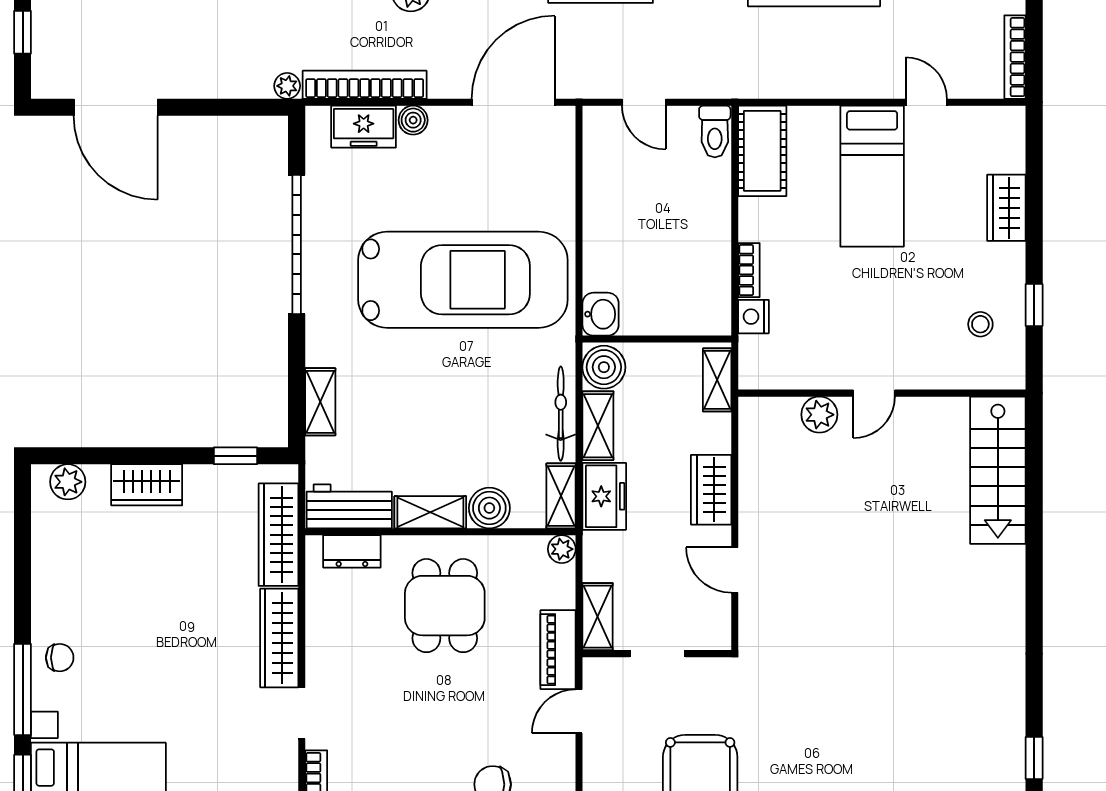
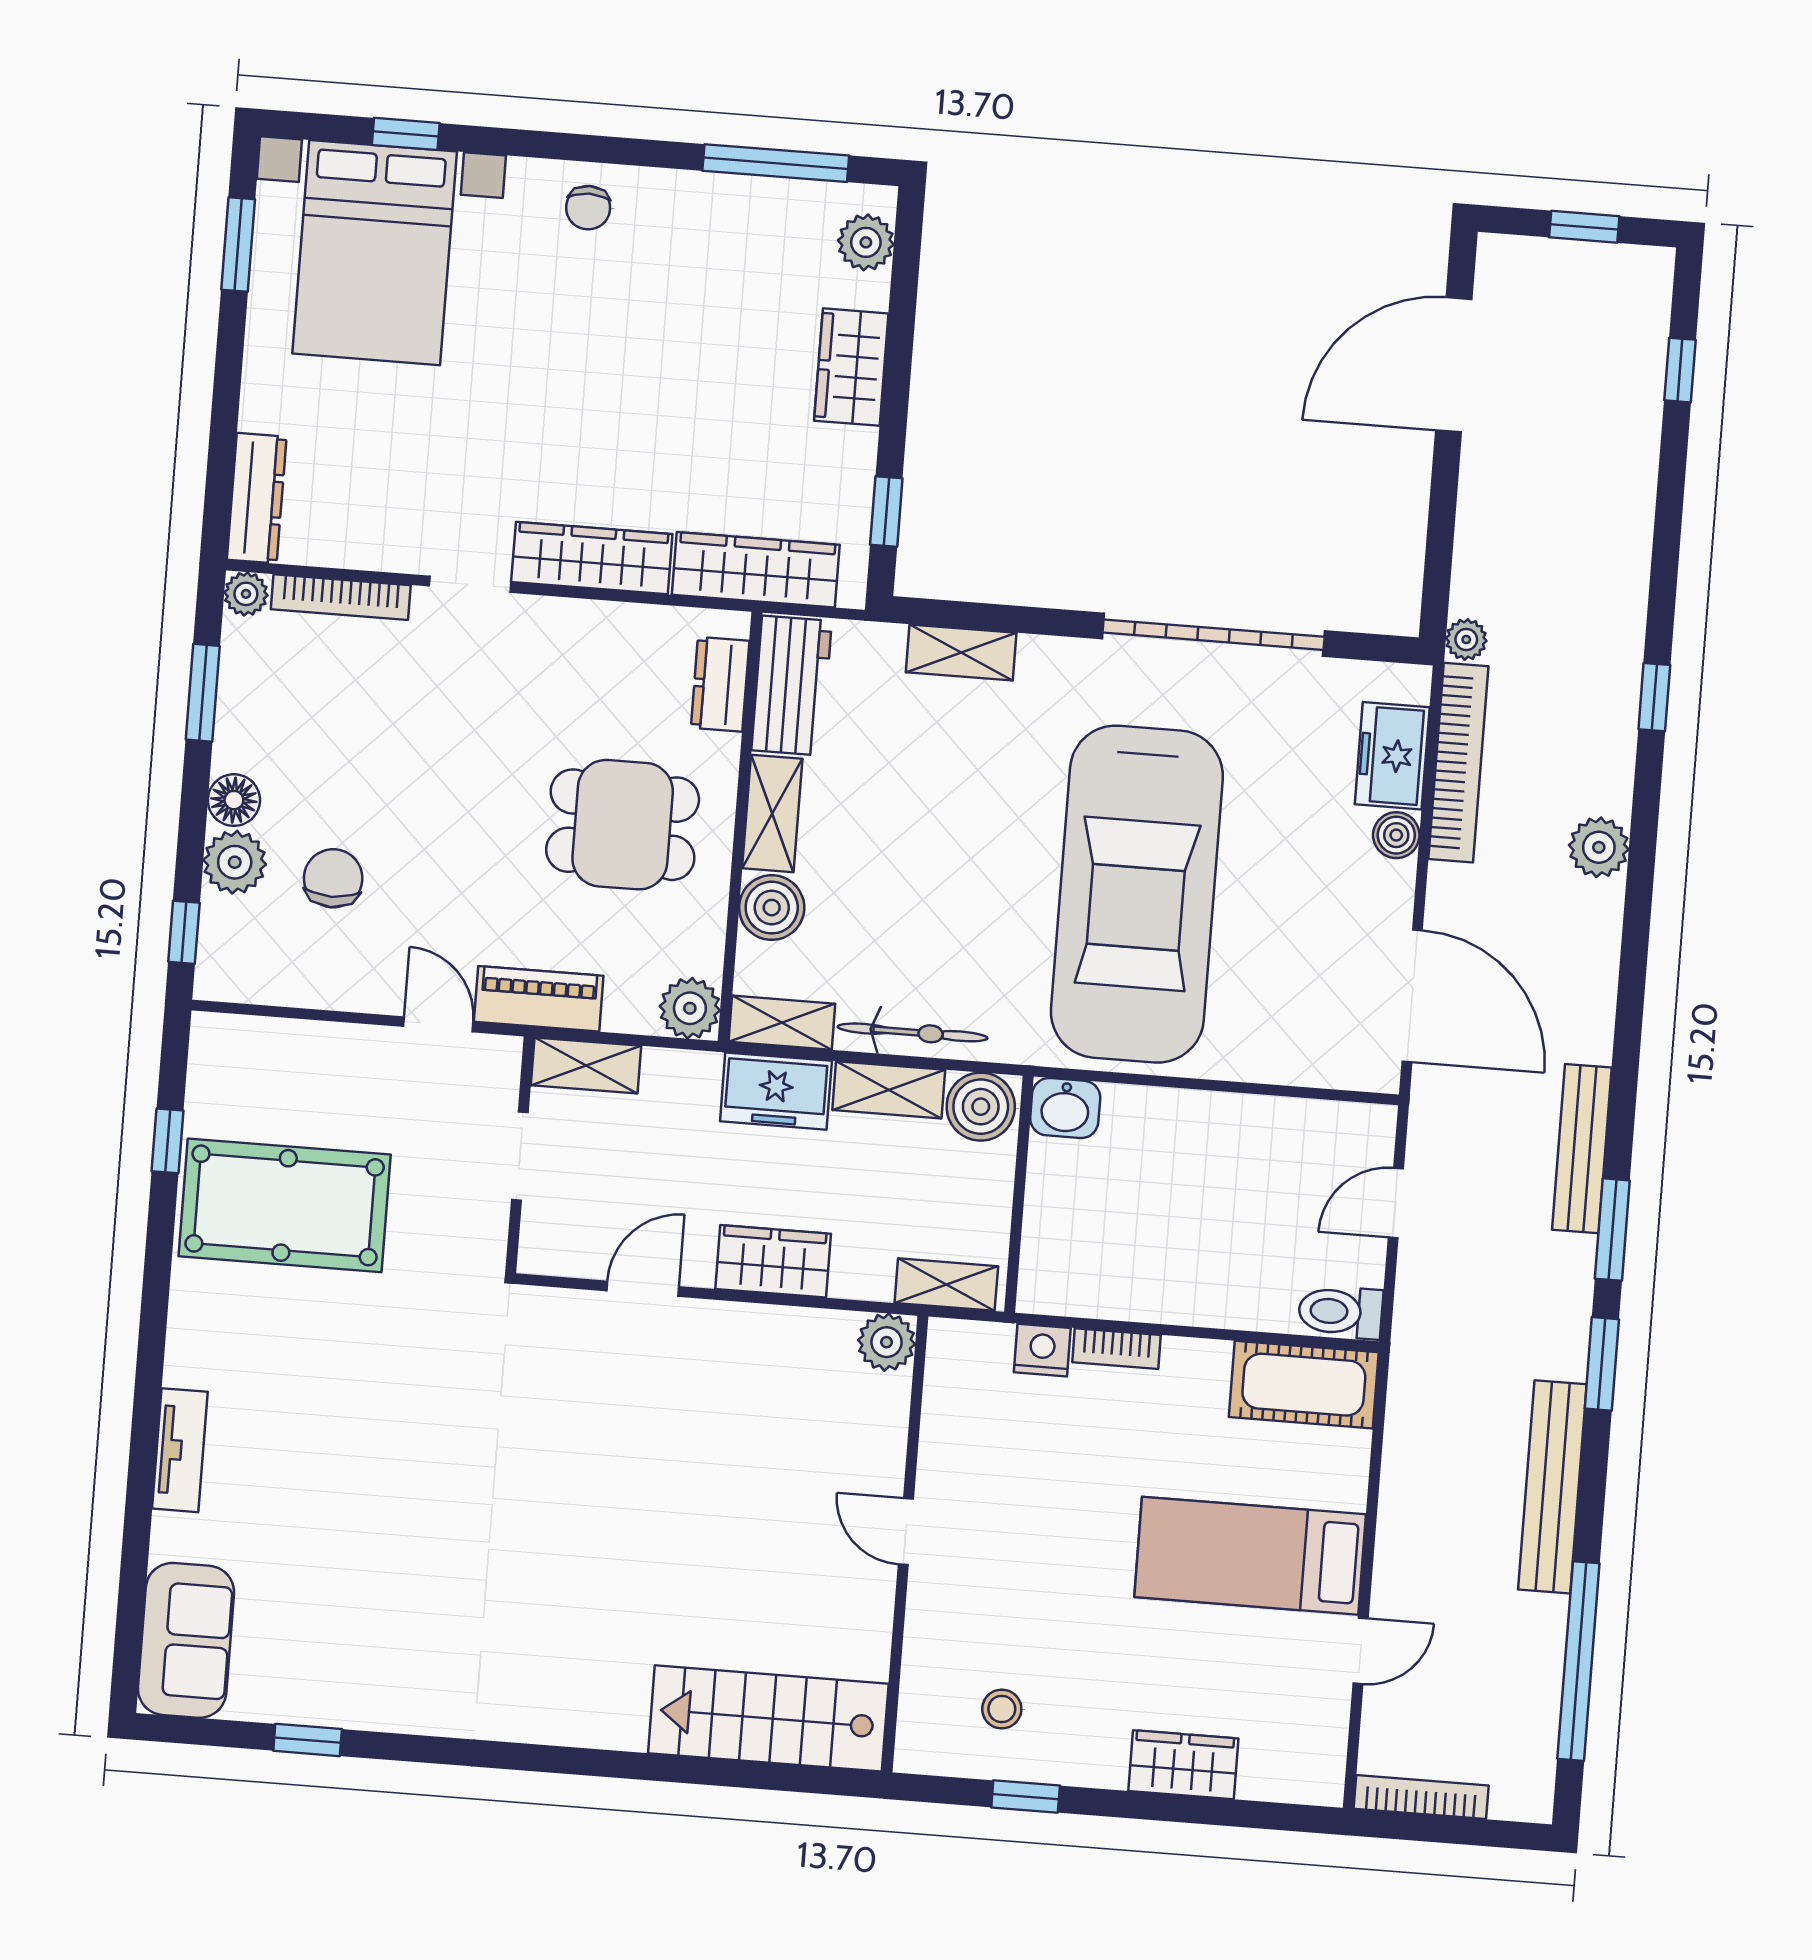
plant: (819, 415) -> (887, 1342), moved
plant: (562, 549) -> (690, 1008), width x1.38, depth x1.38
window: (23, 689) -> (776, 163), moved

